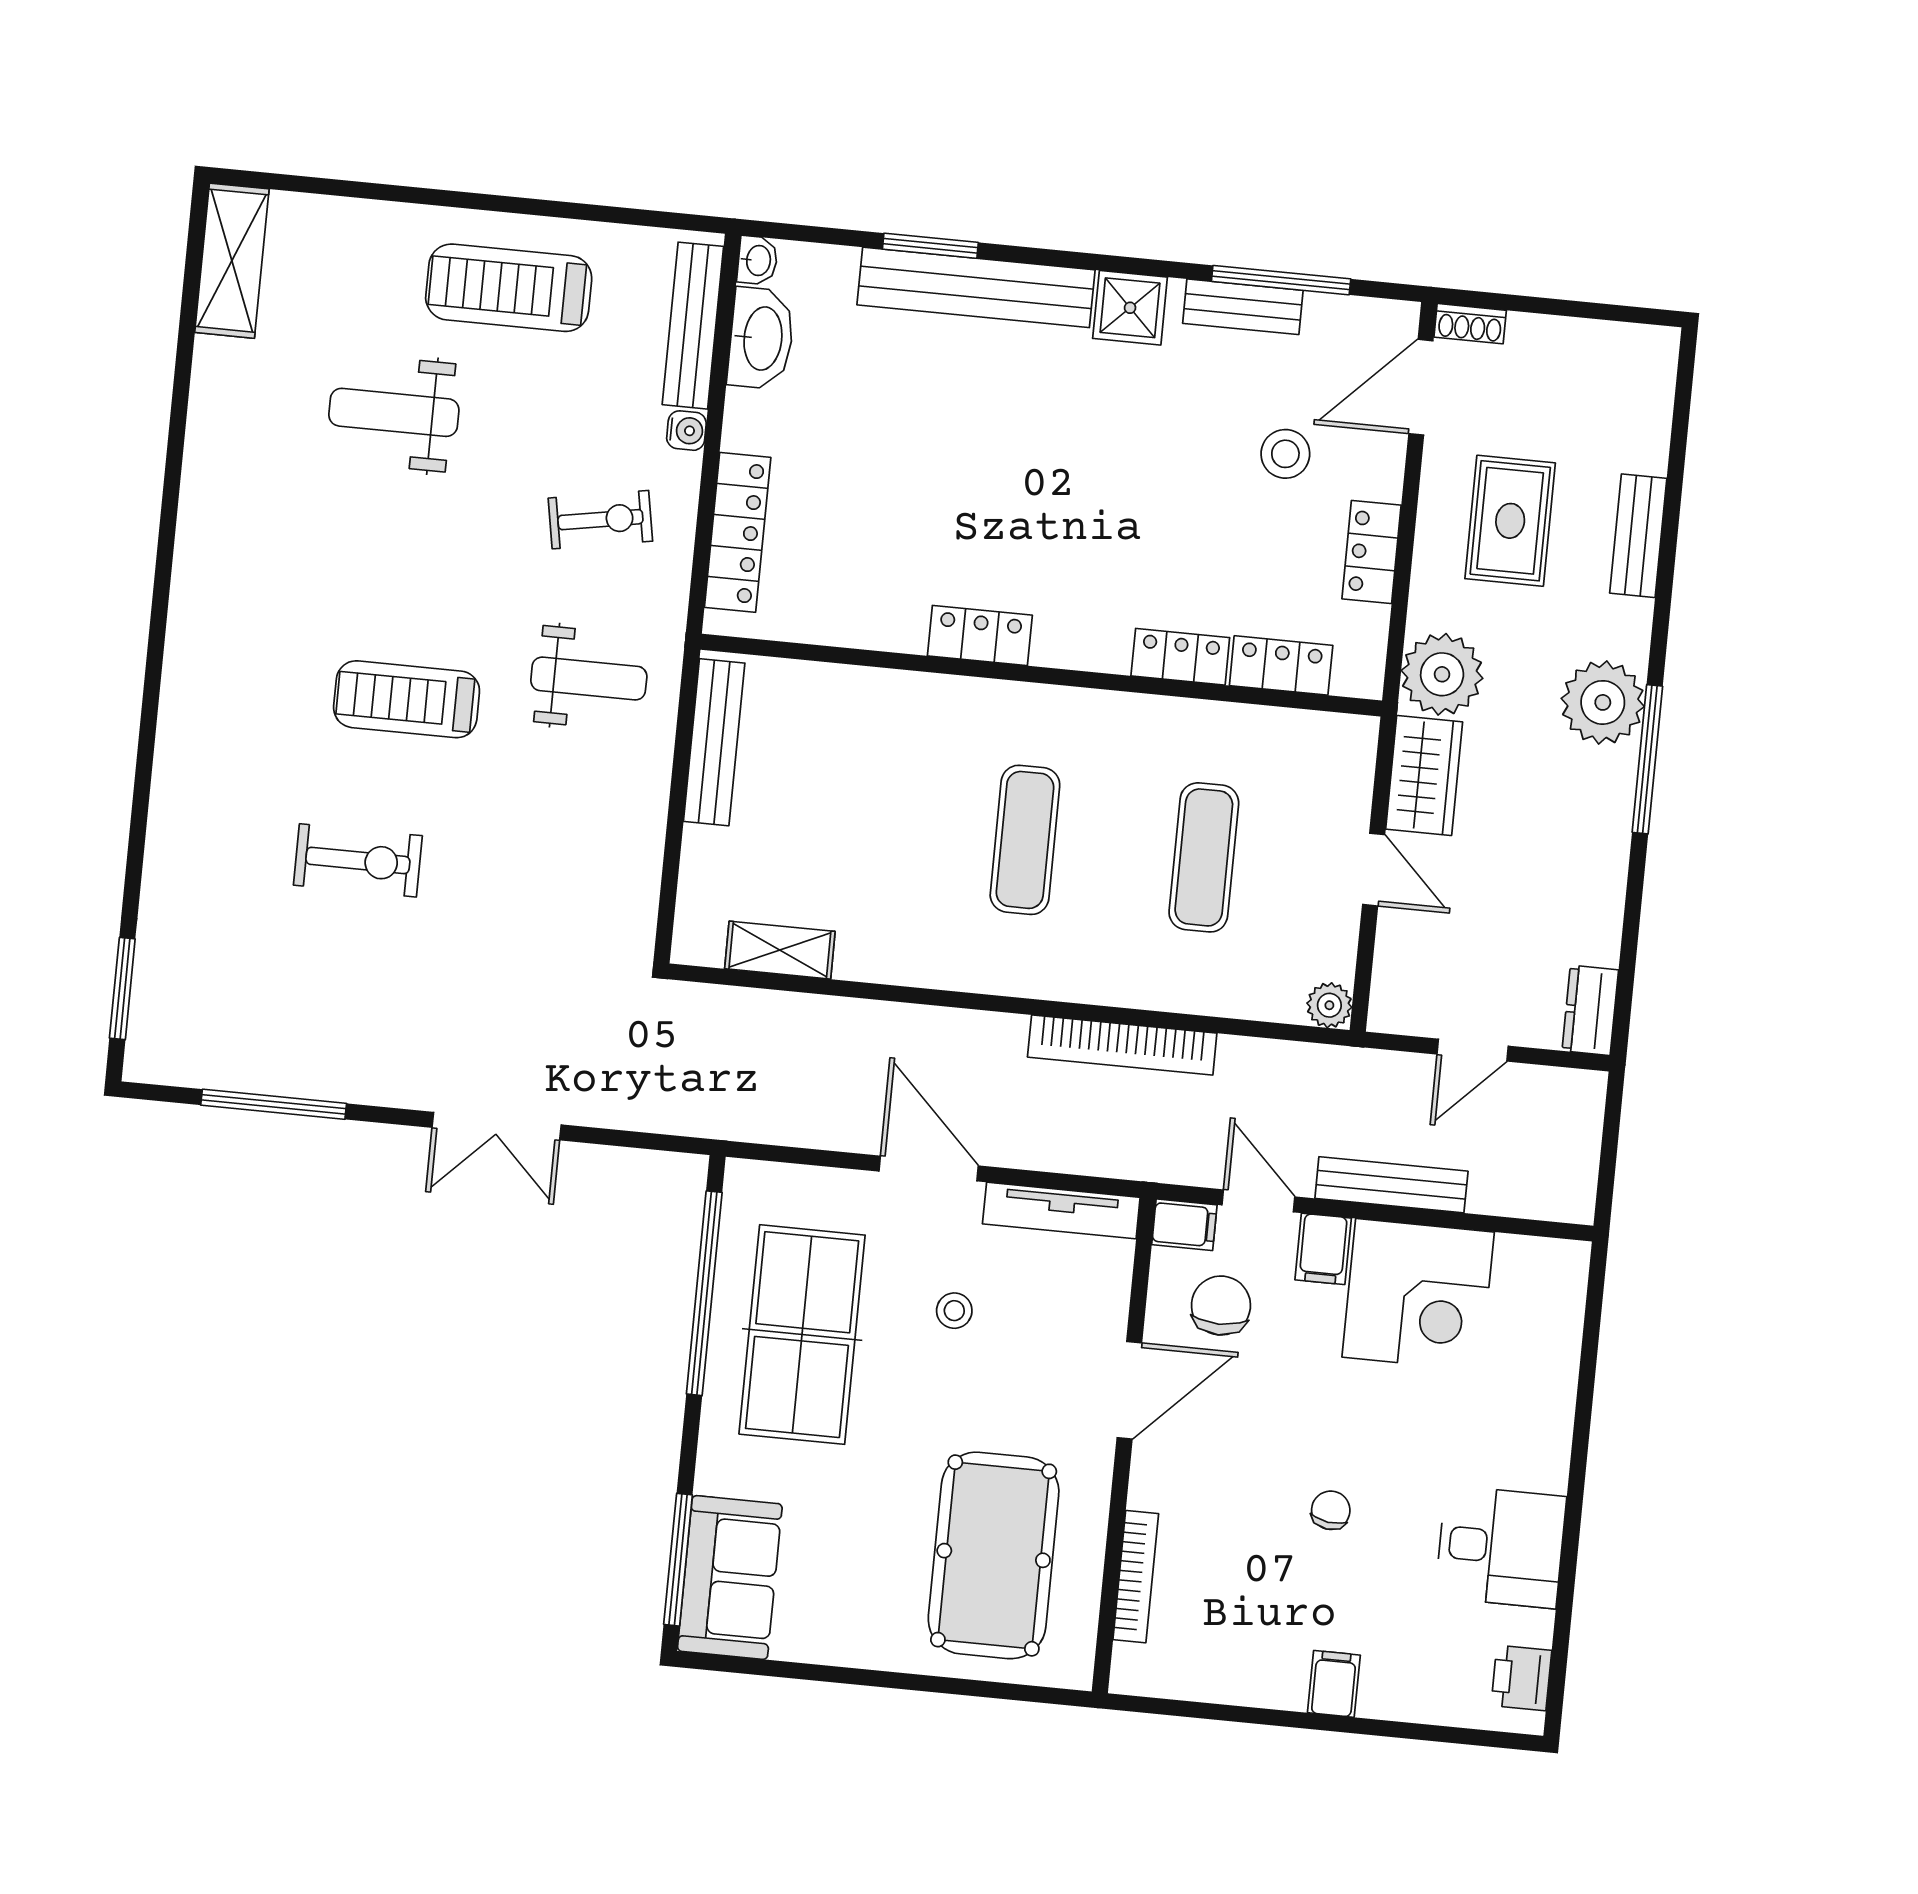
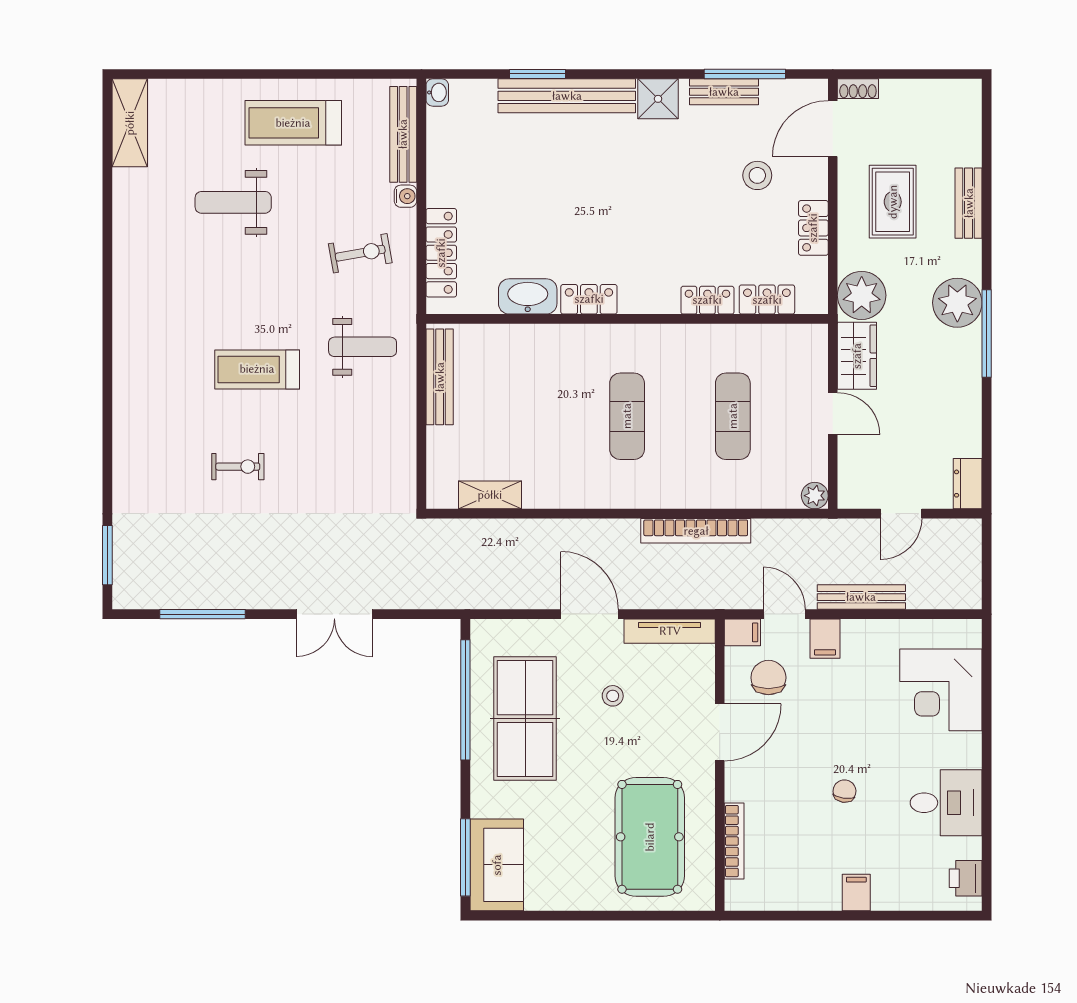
washbasin: (761, 338) -> (528, 296), moved, turned -90
exercise bike: (358, 860) -> (238, 467), width x0.73, depth x0.72
corner desk: (1418, 1295) -> (941, 690), moved, turned 90

